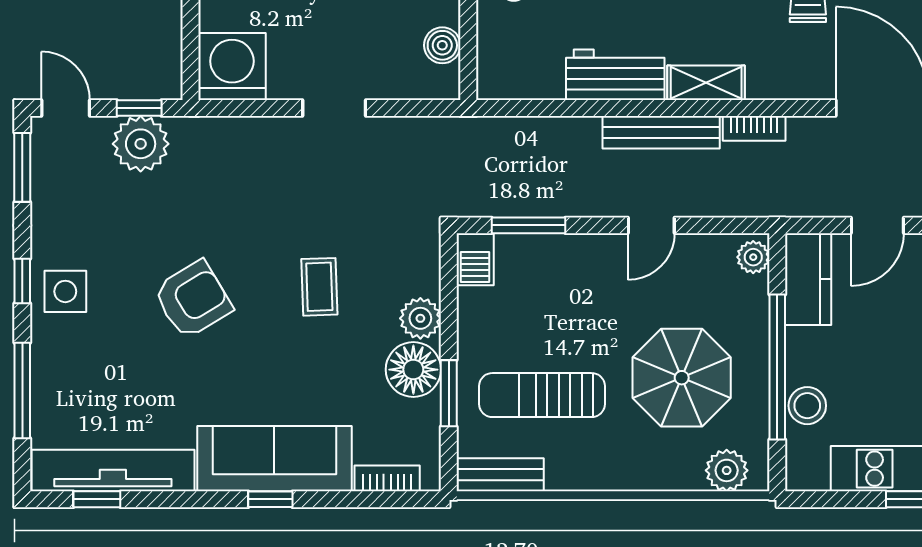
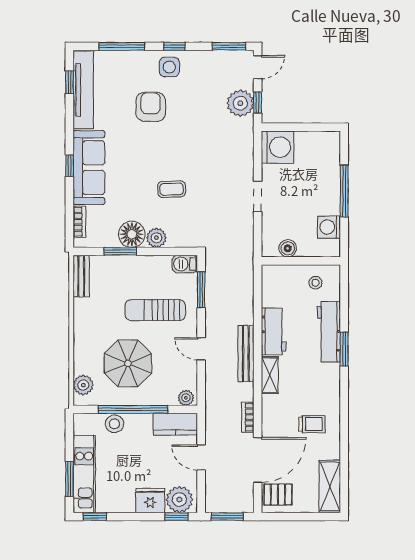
bookcase: (754, 128) -> (248, 417), moved
armchair: (193, 300) -> (151, 107), moved, turned -149
sun lounger: (542, 395) -> (155, 310), moved, turned -90

